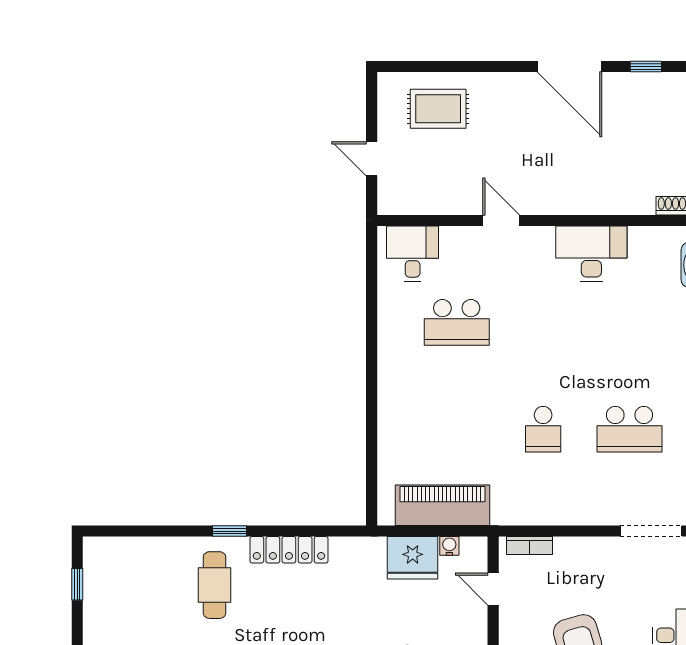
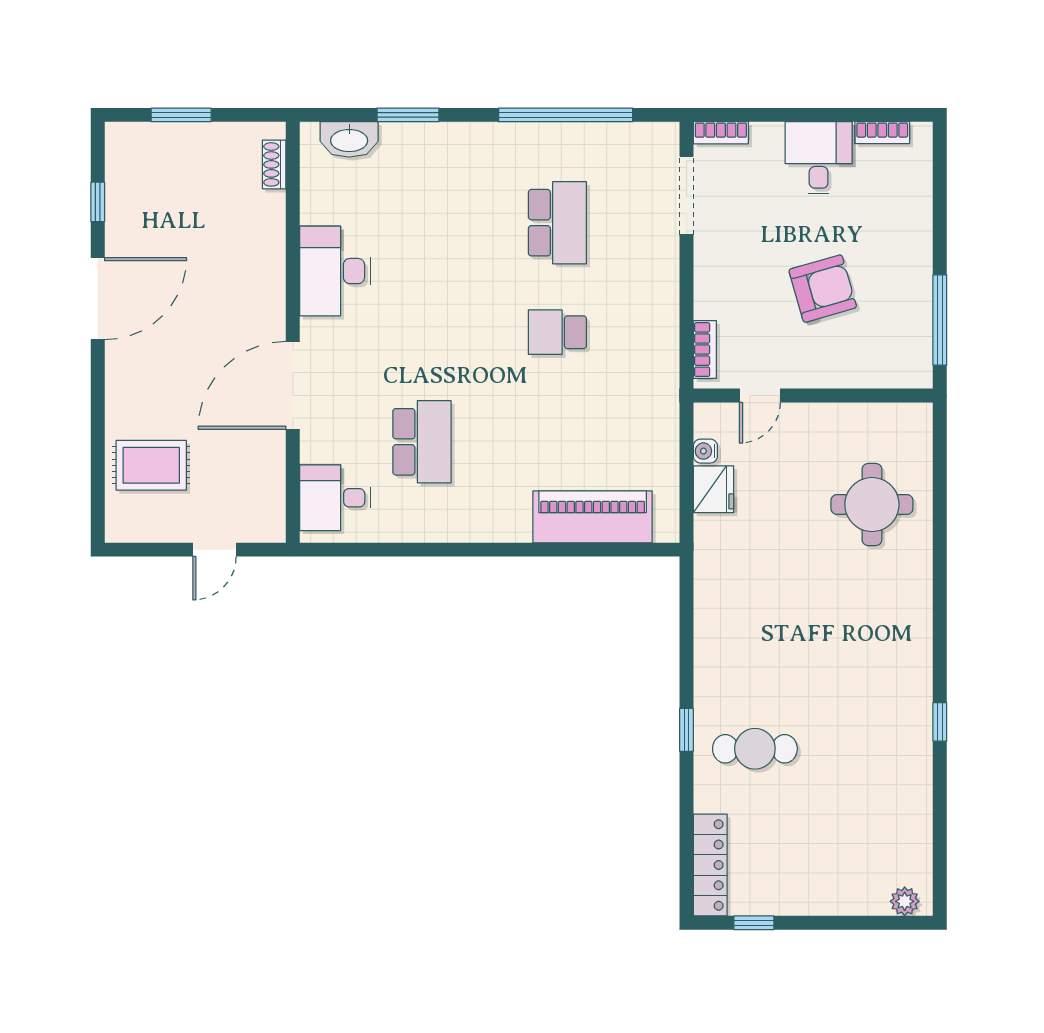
rug: (438, 109) -> (151, 465), turned 90
door: (501, 221) -> (293, 385), width x1.88
school desk: (543, 429) -> (557, 332), turned 180
piano: (443, 505) -> (593, 517), moved, turned 90
locker: (289, 550) -> (710, 865), moved
fridge: (413, 558) -> (714, 489), width x0.73, depth x0.75

